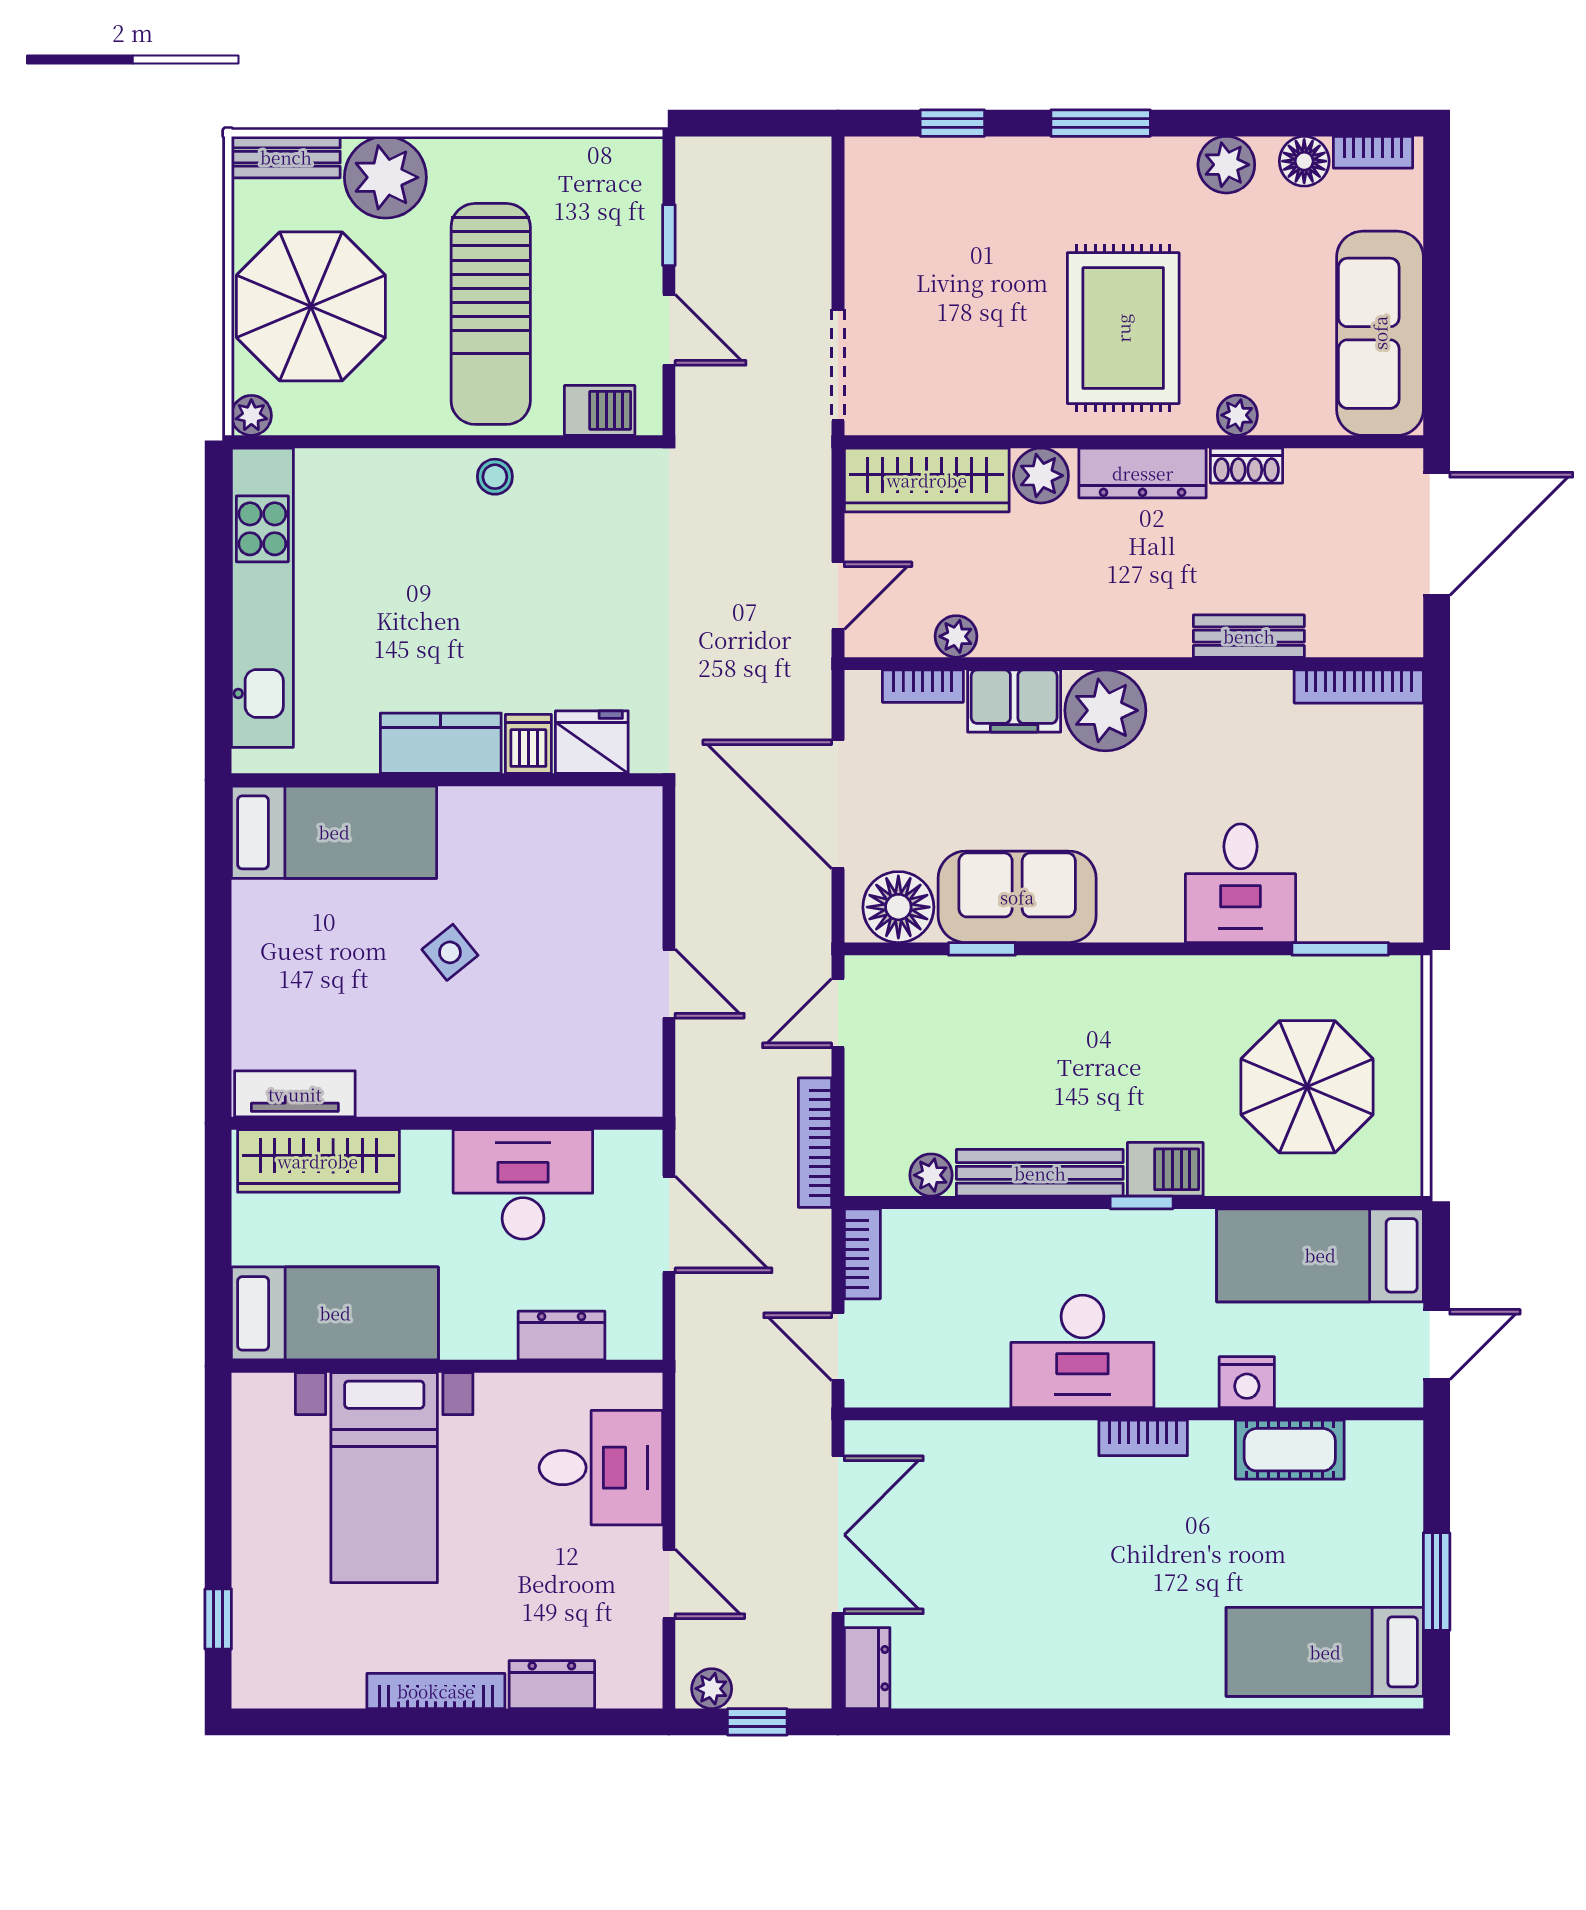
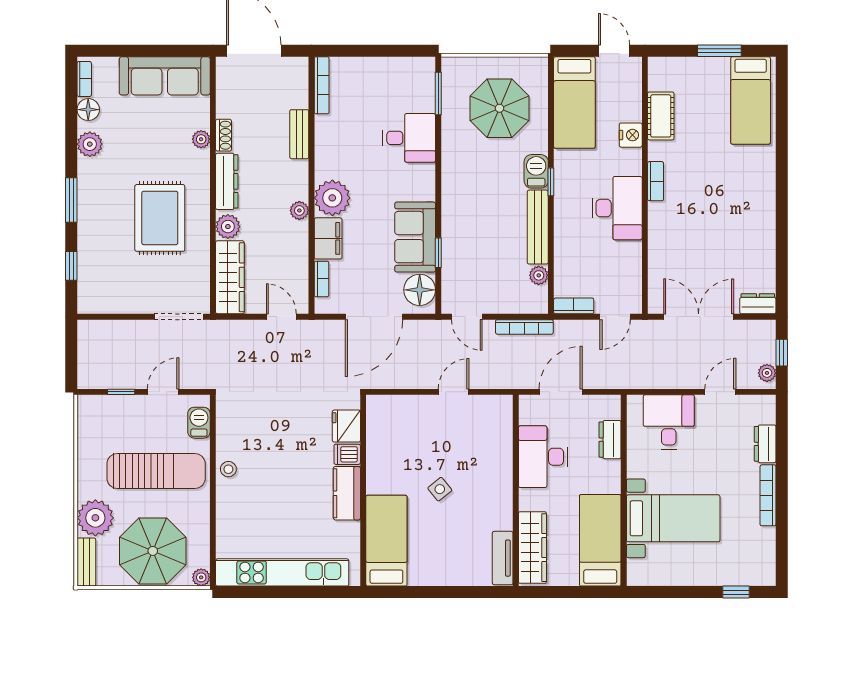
rug: (1123, 328) -> (160, 218), moved, turned 90
plant: (956, 636) -> (299, 211), moved

